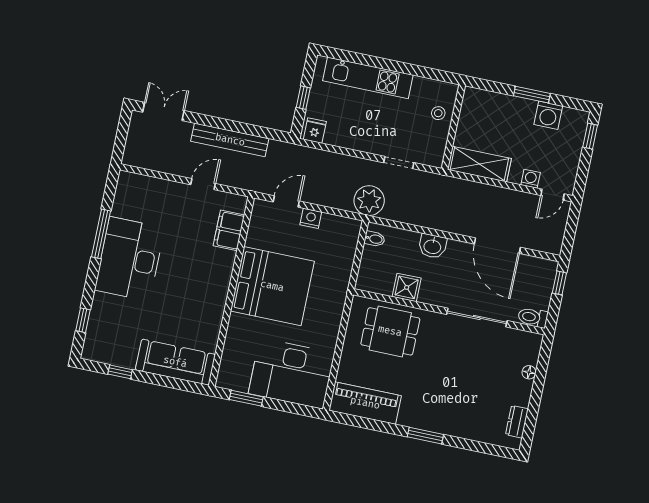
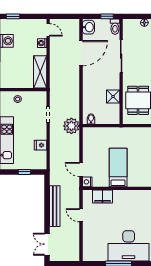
fridge: (315, 131) -> (40, 145), moved
nightstand: (311, 218) -> (87, 182), moved
washbasin: (432, 246) -> (88, 27), moved
window: (559, 283) -> (107, 16), moved
bed: (272, 286) -> (118, 167), width x0.49

